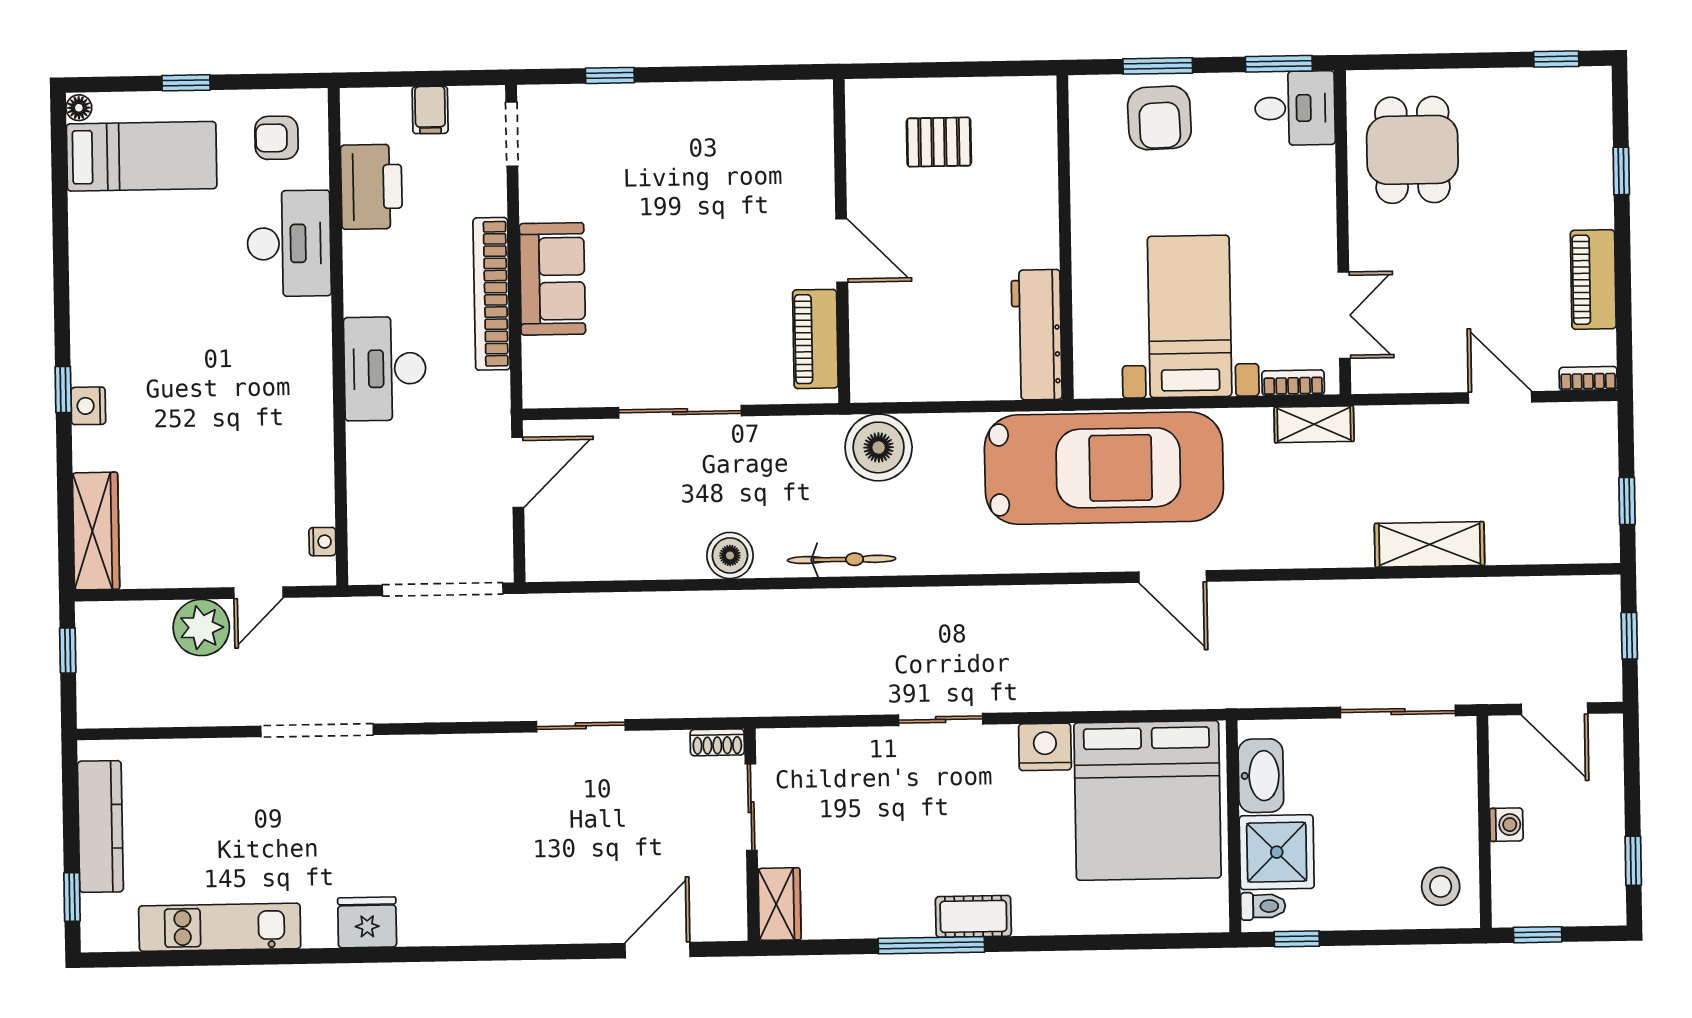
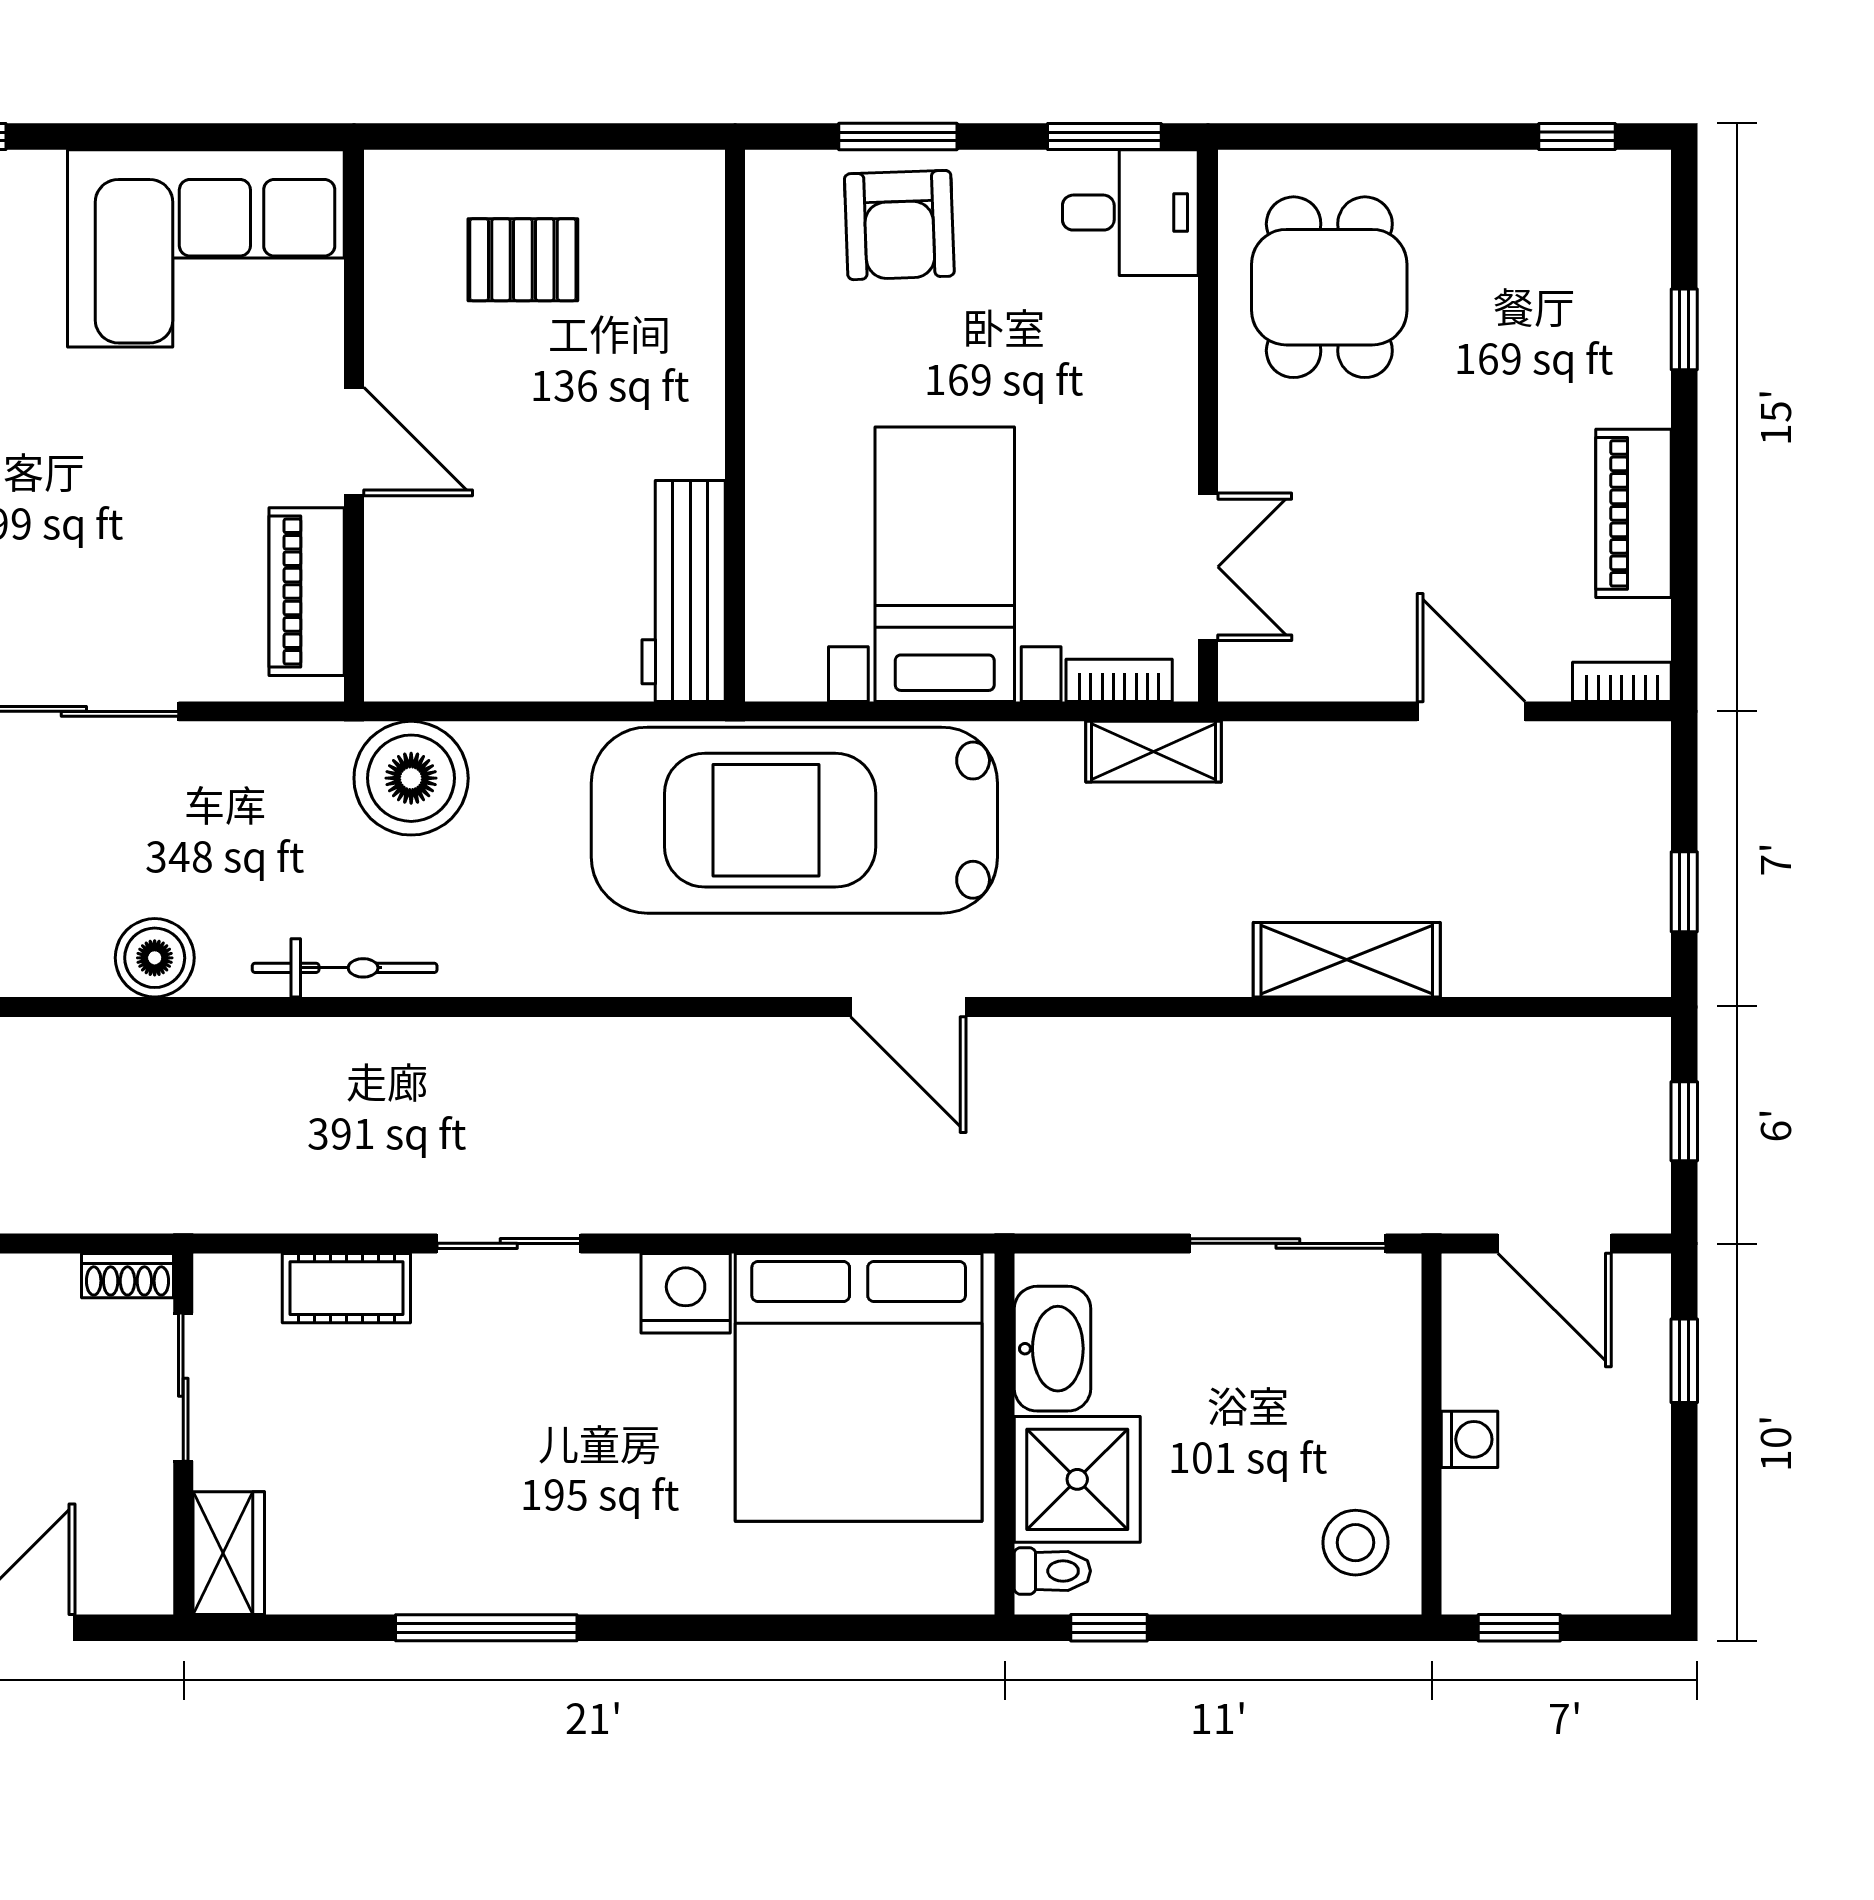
corner sofa: (753, 139) -> (206, 248), added
car: (1104, 468) -> (794, 820), turned 180
window: (1633, 861) -> (1684, 1361), moved
cot: (973, 916) -> (346, 1288), moved

